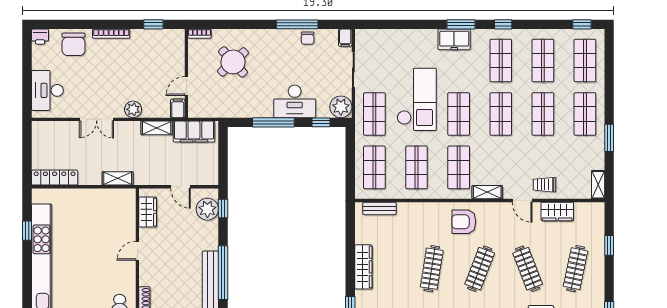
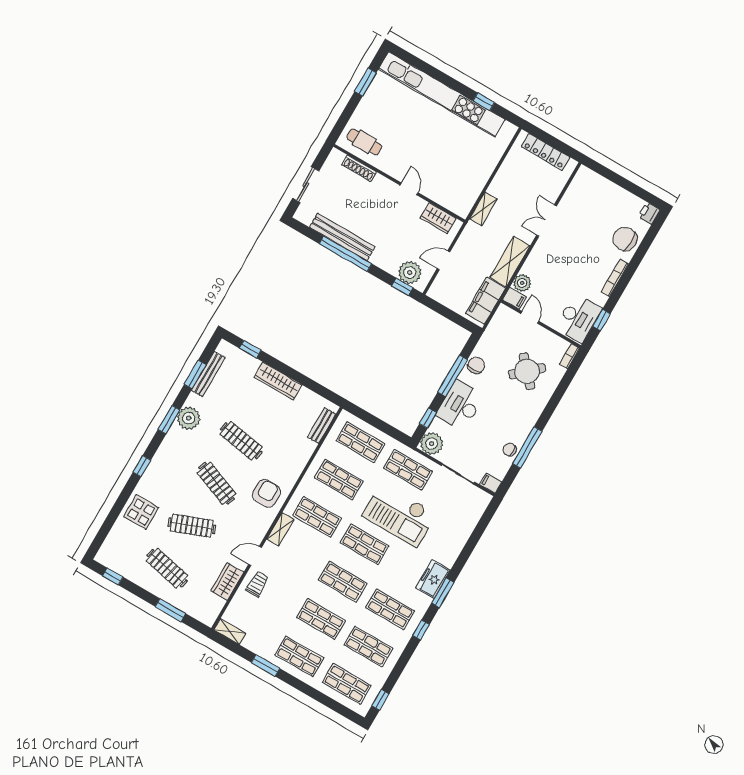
desk: (47, 90) -> (578, 318), moved, turned 90
chair: (253, 108) -> (476, 365), added
plant: (133, 109) -> (522, 283), moved
shelving: (157, 128) -> (510, 261), width x1.50, depth x1.33
locker: (55, 178) -> (546, 152), moved, turned 90
window: (609, 245) -> (170, 610), width x1.50

